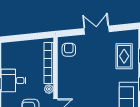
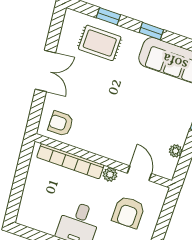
double door: (97, 30) -> (45, 71), swing flipped

